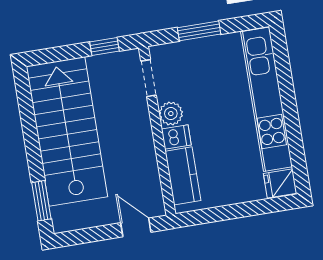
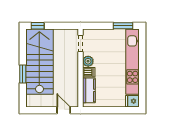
window: (199, 31) -> (123, 26), moved
window: (104, 46) -> (38, 26), moved
window: (41, 201) -> (23, 74), moved

